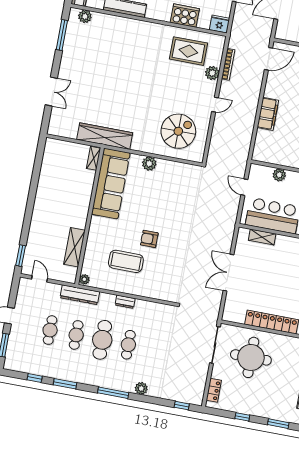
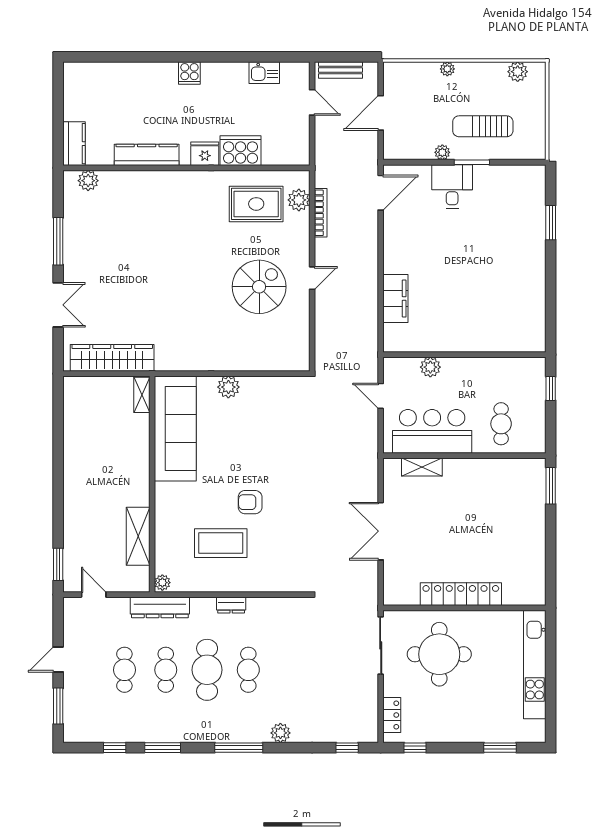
fridge: (220, 24) -> (205, 154), moved
window: (62, 35) -> (58, 241), moved
plant: (212, 73) -> (299, 200), moved
filing cabinet: (268, 114) -> (395, 299), moved
spiral stairs: (178, 131) -> (259, 287), moved
wardrobe: (105, 136) -> (112, 358), moved
window: (242, 417) -> (415, 748), moved

